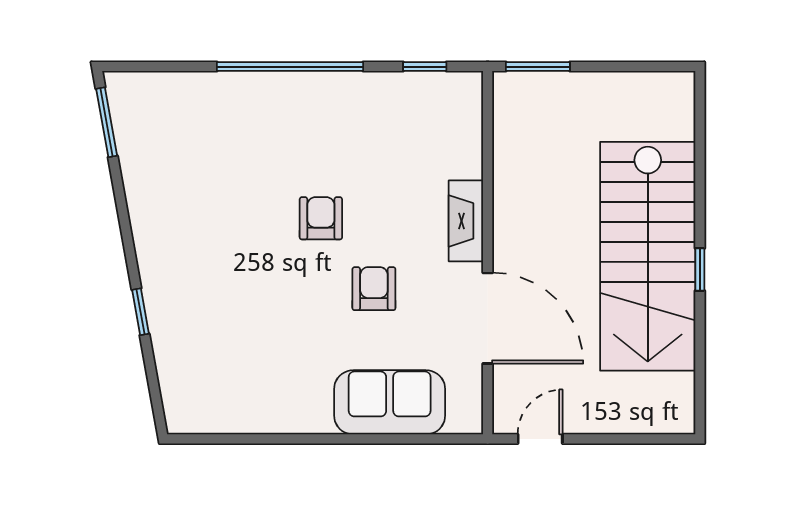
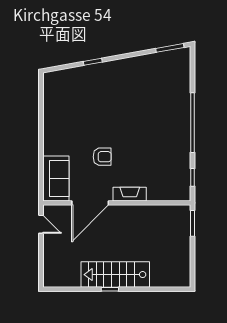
armchair: (321, 218) -> (131, 135), removed
stairs: (648, 256) -> (115, 275), width x0.73, depth x0.66
sofa: (390, 402) -> (56, 179), moved

